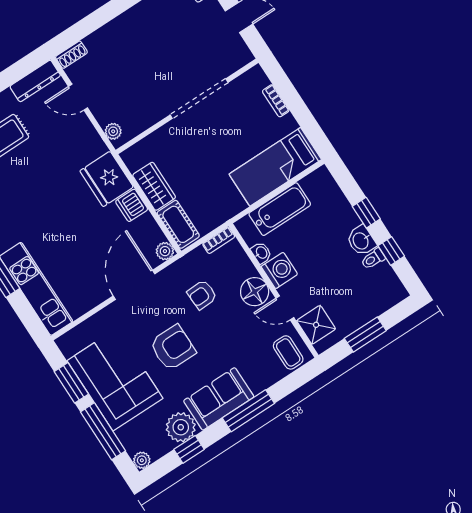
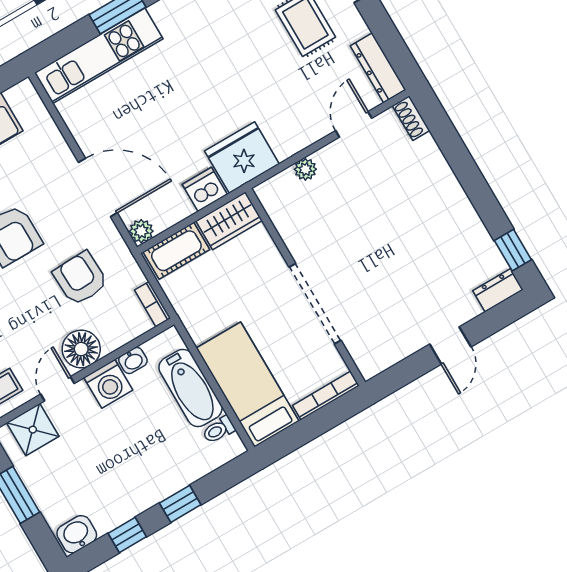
doorway: (199, 99) -> (315, 304), moved
bookcase: (276, 101) -> (326, 396), width x1.56
wall: (187, 106) -> (305, 287), moved
washbasin: (361, 241) -> (77, 534), moved
toilet: (373, 259) -> (219, 430), moved, turned -90
armchair: (202, 295) -> (80, 278), width x1.38, depth x1.38

